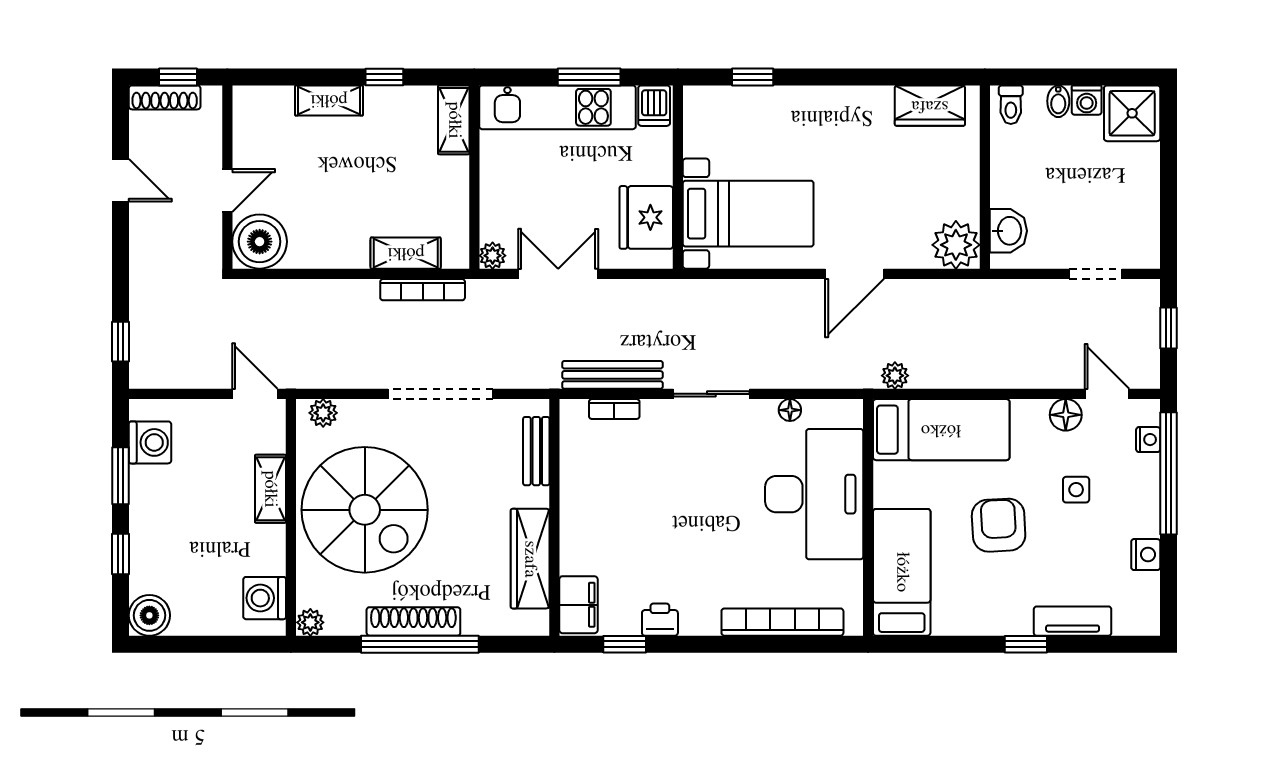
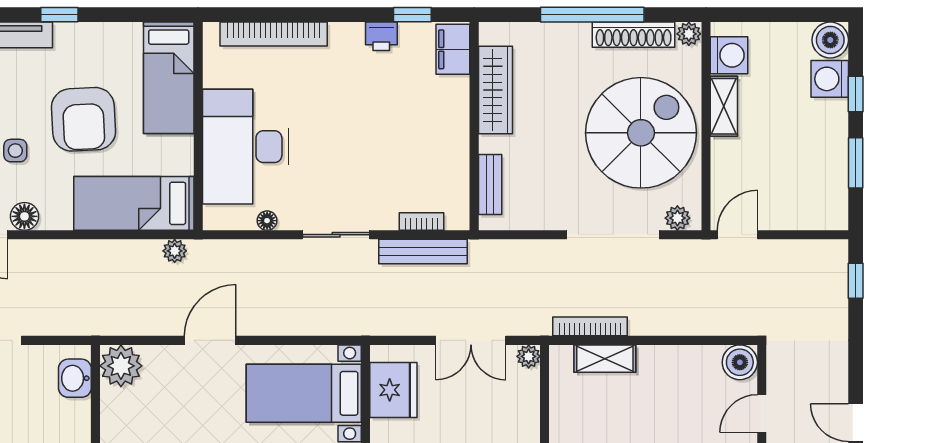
boiler: (260, 242) -> (740, 362), width x0.73, depth x0.73
door: (255, 394) -> (738, 235), swing flipped
doorway: (441, 394) -> (613, 235), moved
washing machine: (150, 442) -> (830, 79), moved
shelving: (270, 489) -> (724, 106), moved
spiral stairs: (365, 510) -> (641, 133), turned 90
armchair: (999, 525) -> (83, 119), width x1.36, depth x1.36
shoe rack: (413, 621) -> (634, 35), moved

